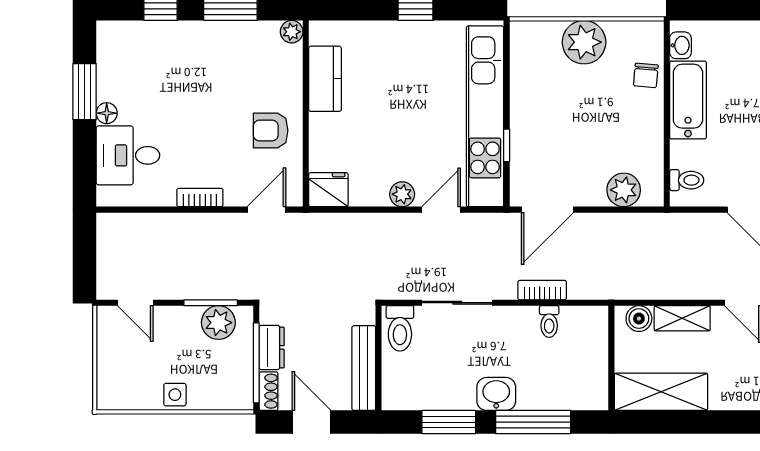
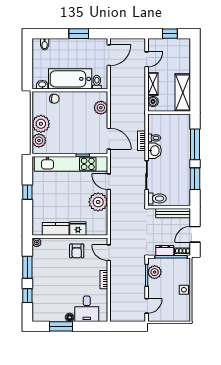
plant: (543, 37) -> (39, 140), added
bathtub: (688, 100) -> (70, 79), width x1.36, depth x1.36
fridge: (328, 190) -> (78, 229), moved, turned 90
plant: (402, 194) -> (98, 202), width x1.88, depth x1.88
washbasin: (496, 394) -> (154, 151), moved, turned 180

